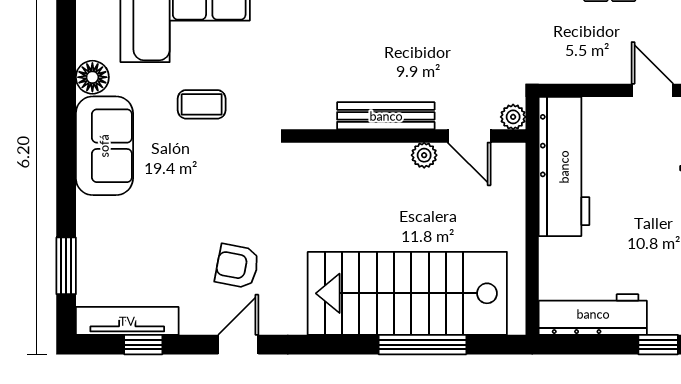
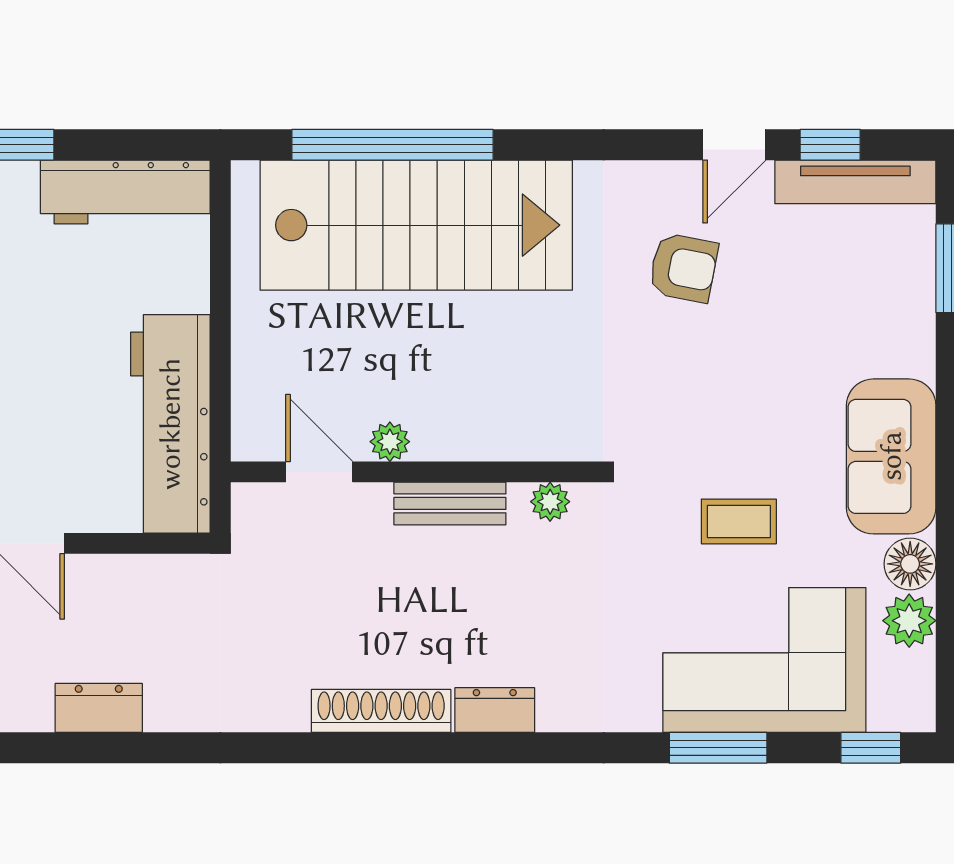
plant: (93, 41) -> (909, 621), added
bench: (386, 116) -> (450, 503), width x0.73
plant: (513, 117) -> (550, 502), moved
door: (238, 345) -> (734, 145), moved
window: (422, 345) -> (393, 145), width x1.46

